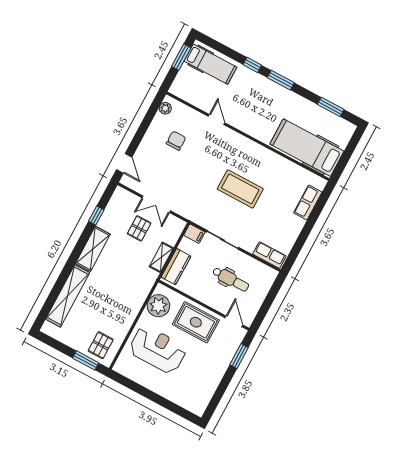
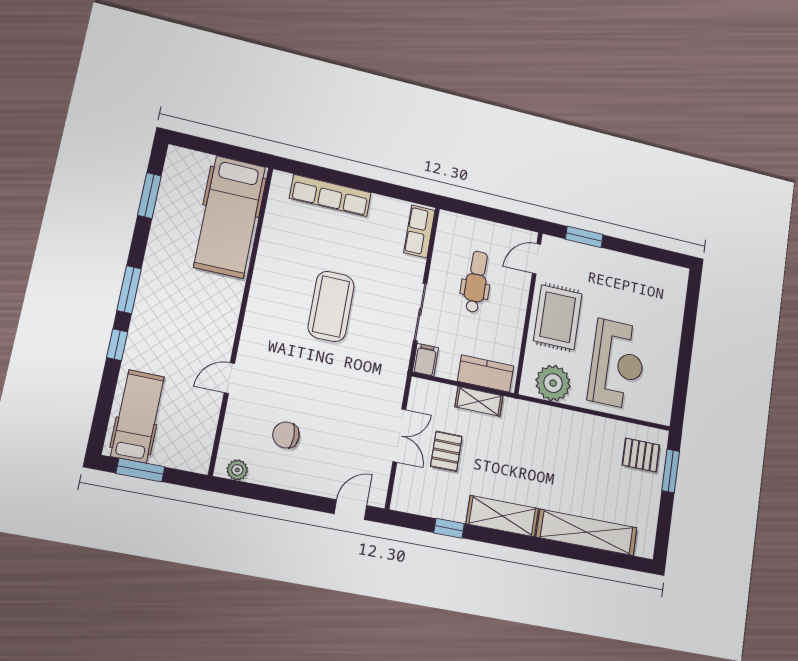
row of seats: (308, 202) -> (330, 195), width x1.48
pallet: (139, 228) -> (446, 451), turned 90
reception desk: (158, 350) -> (617, 364), turned 180

